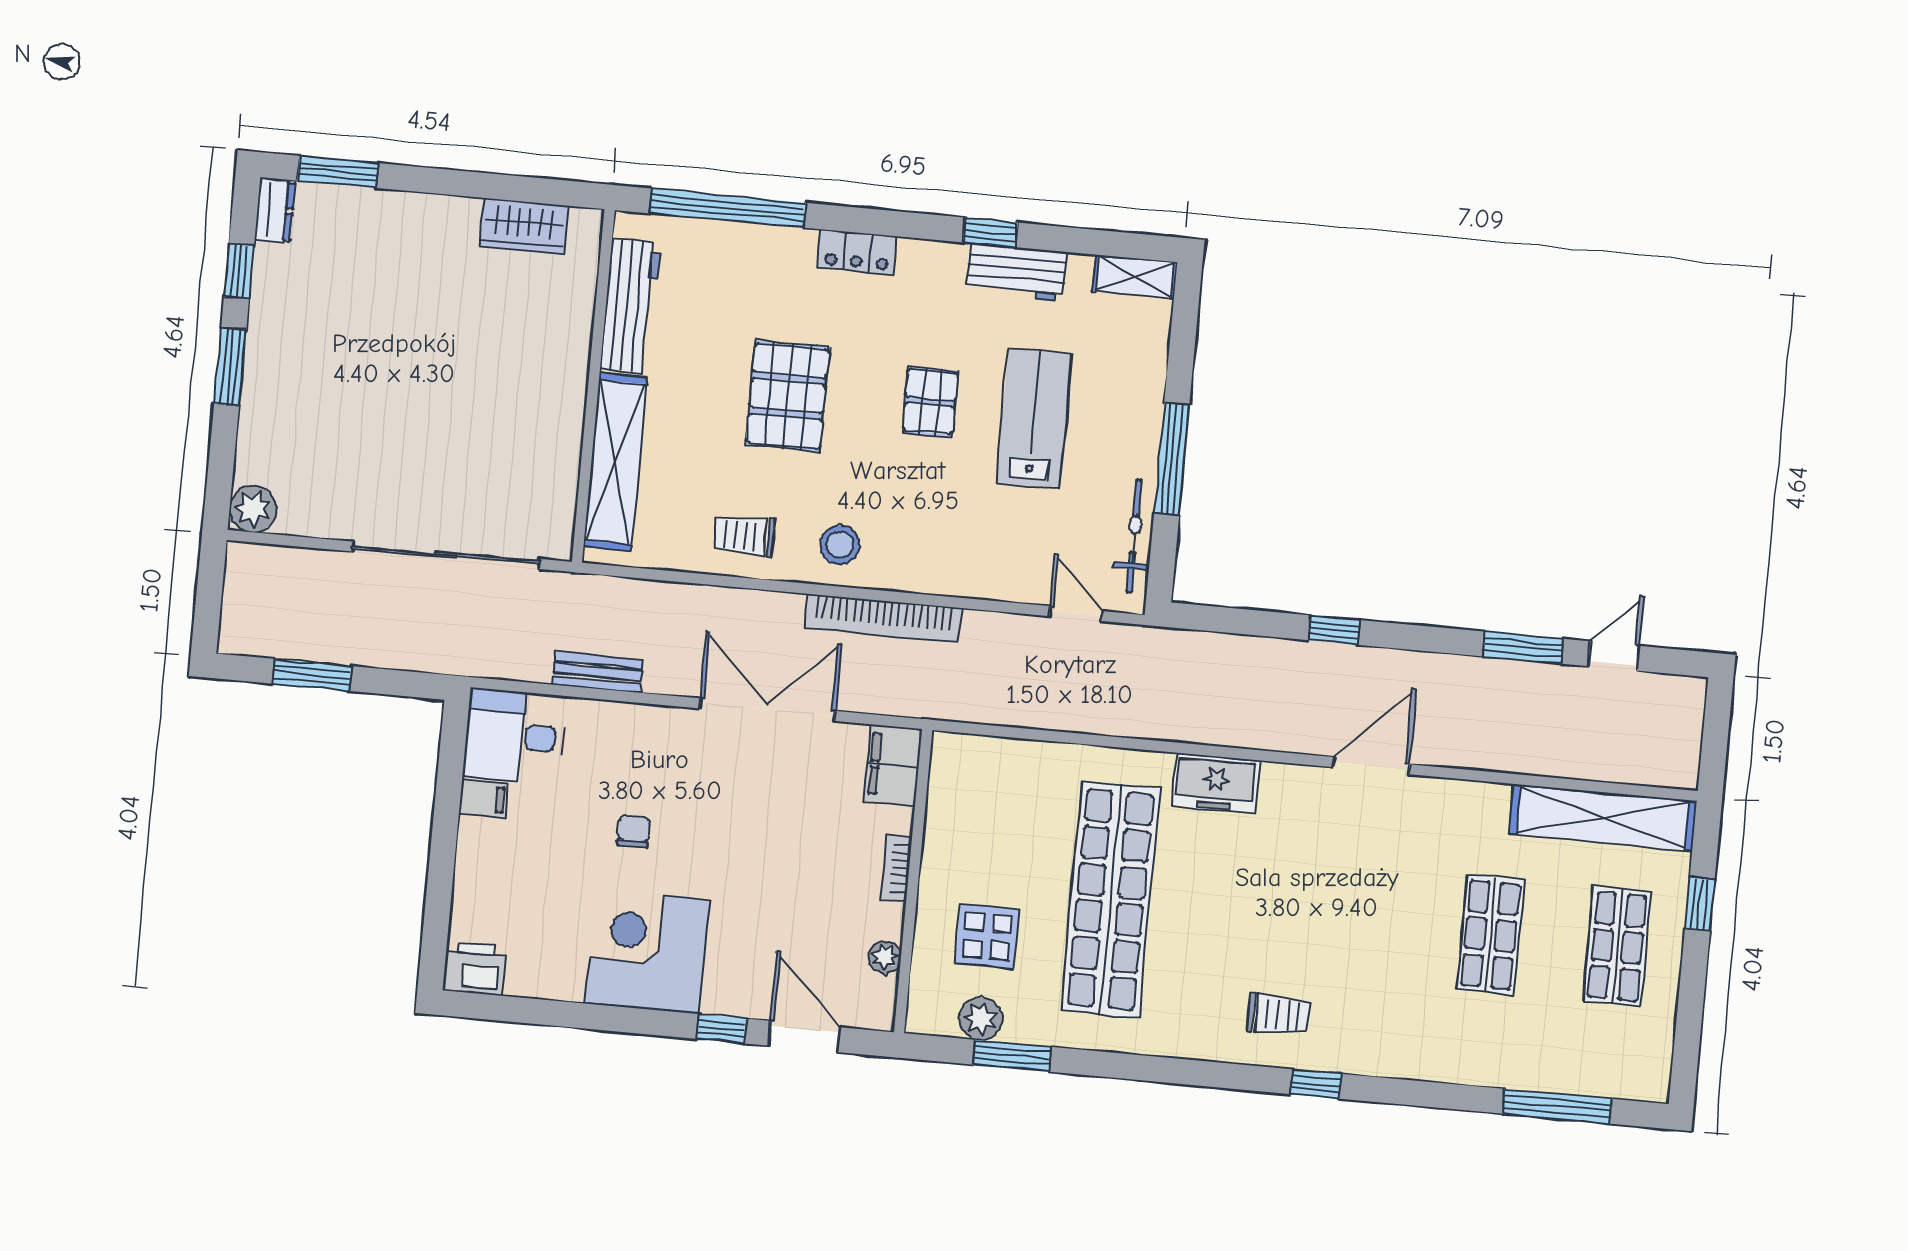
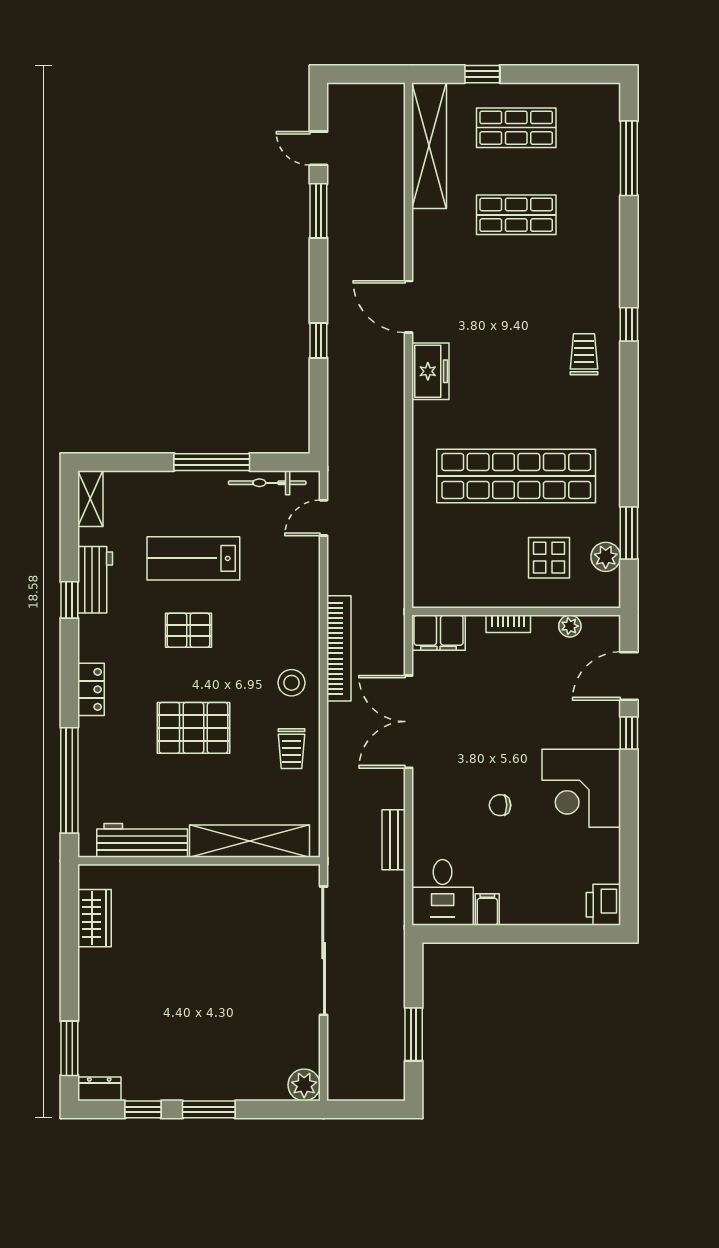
freezer: (1216, 783) -> (430, 371), moved

